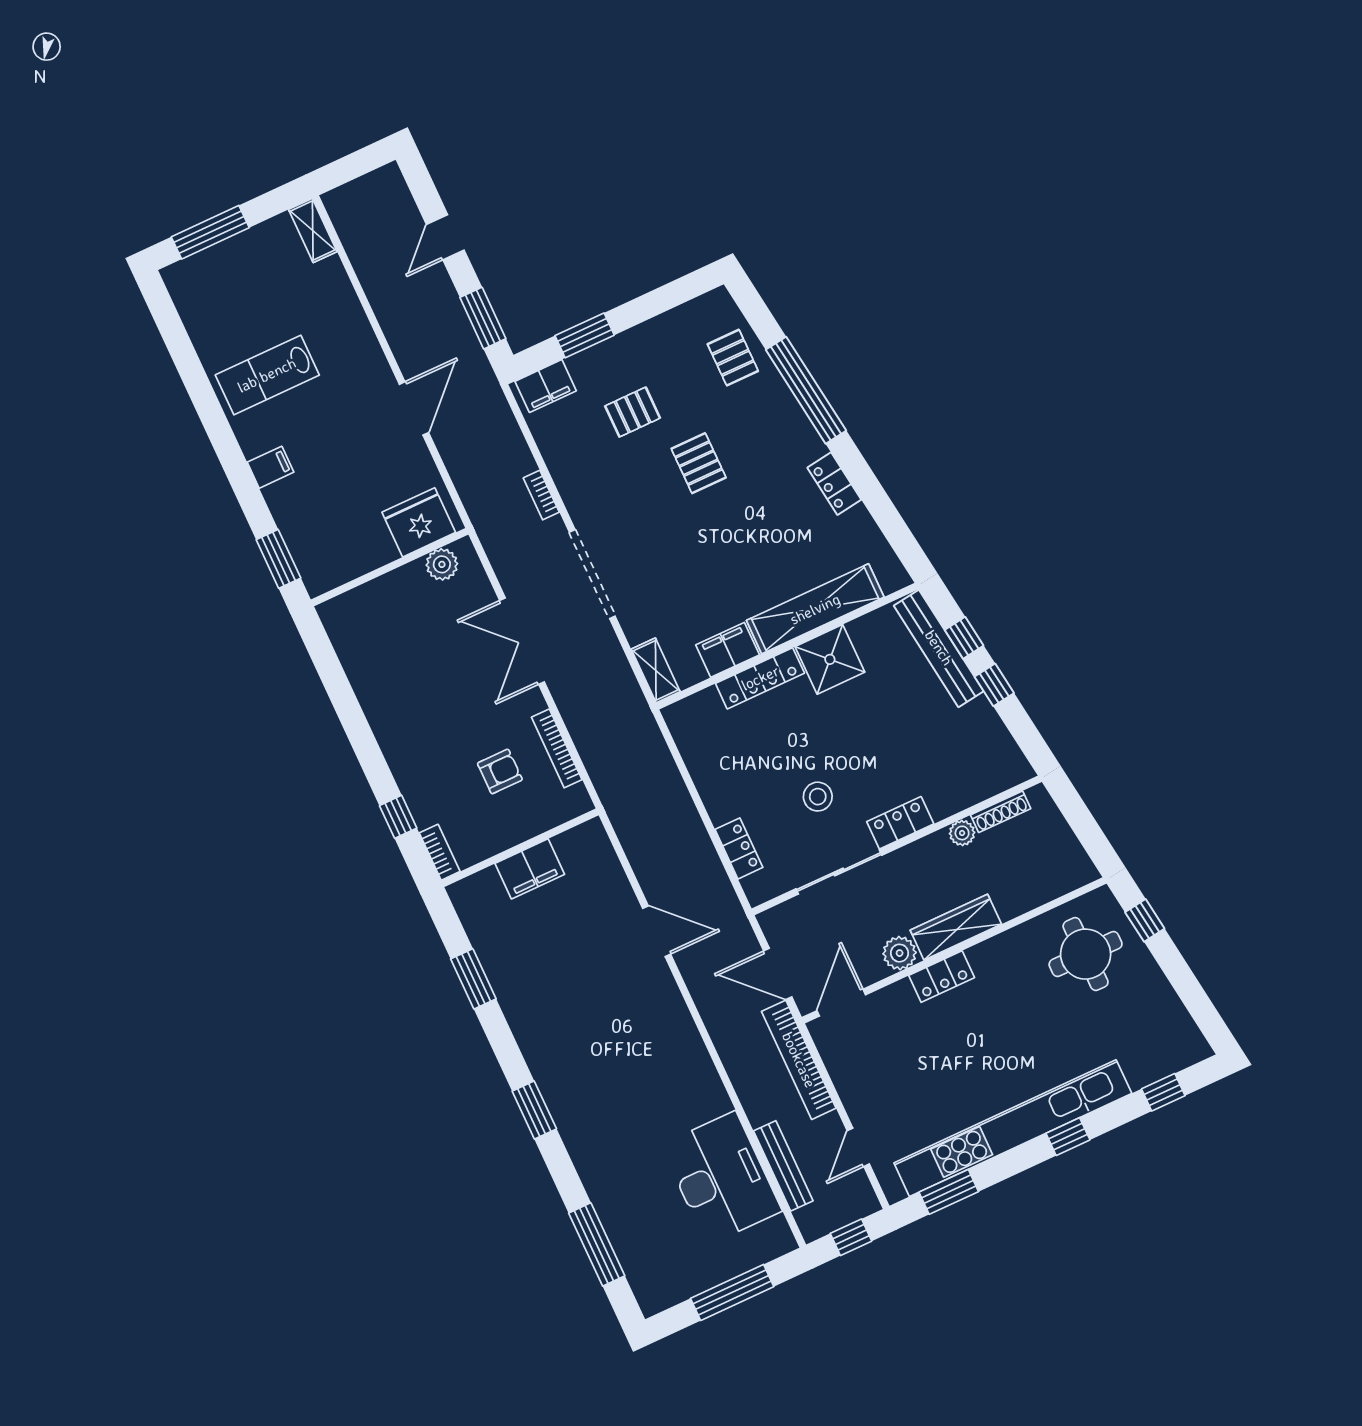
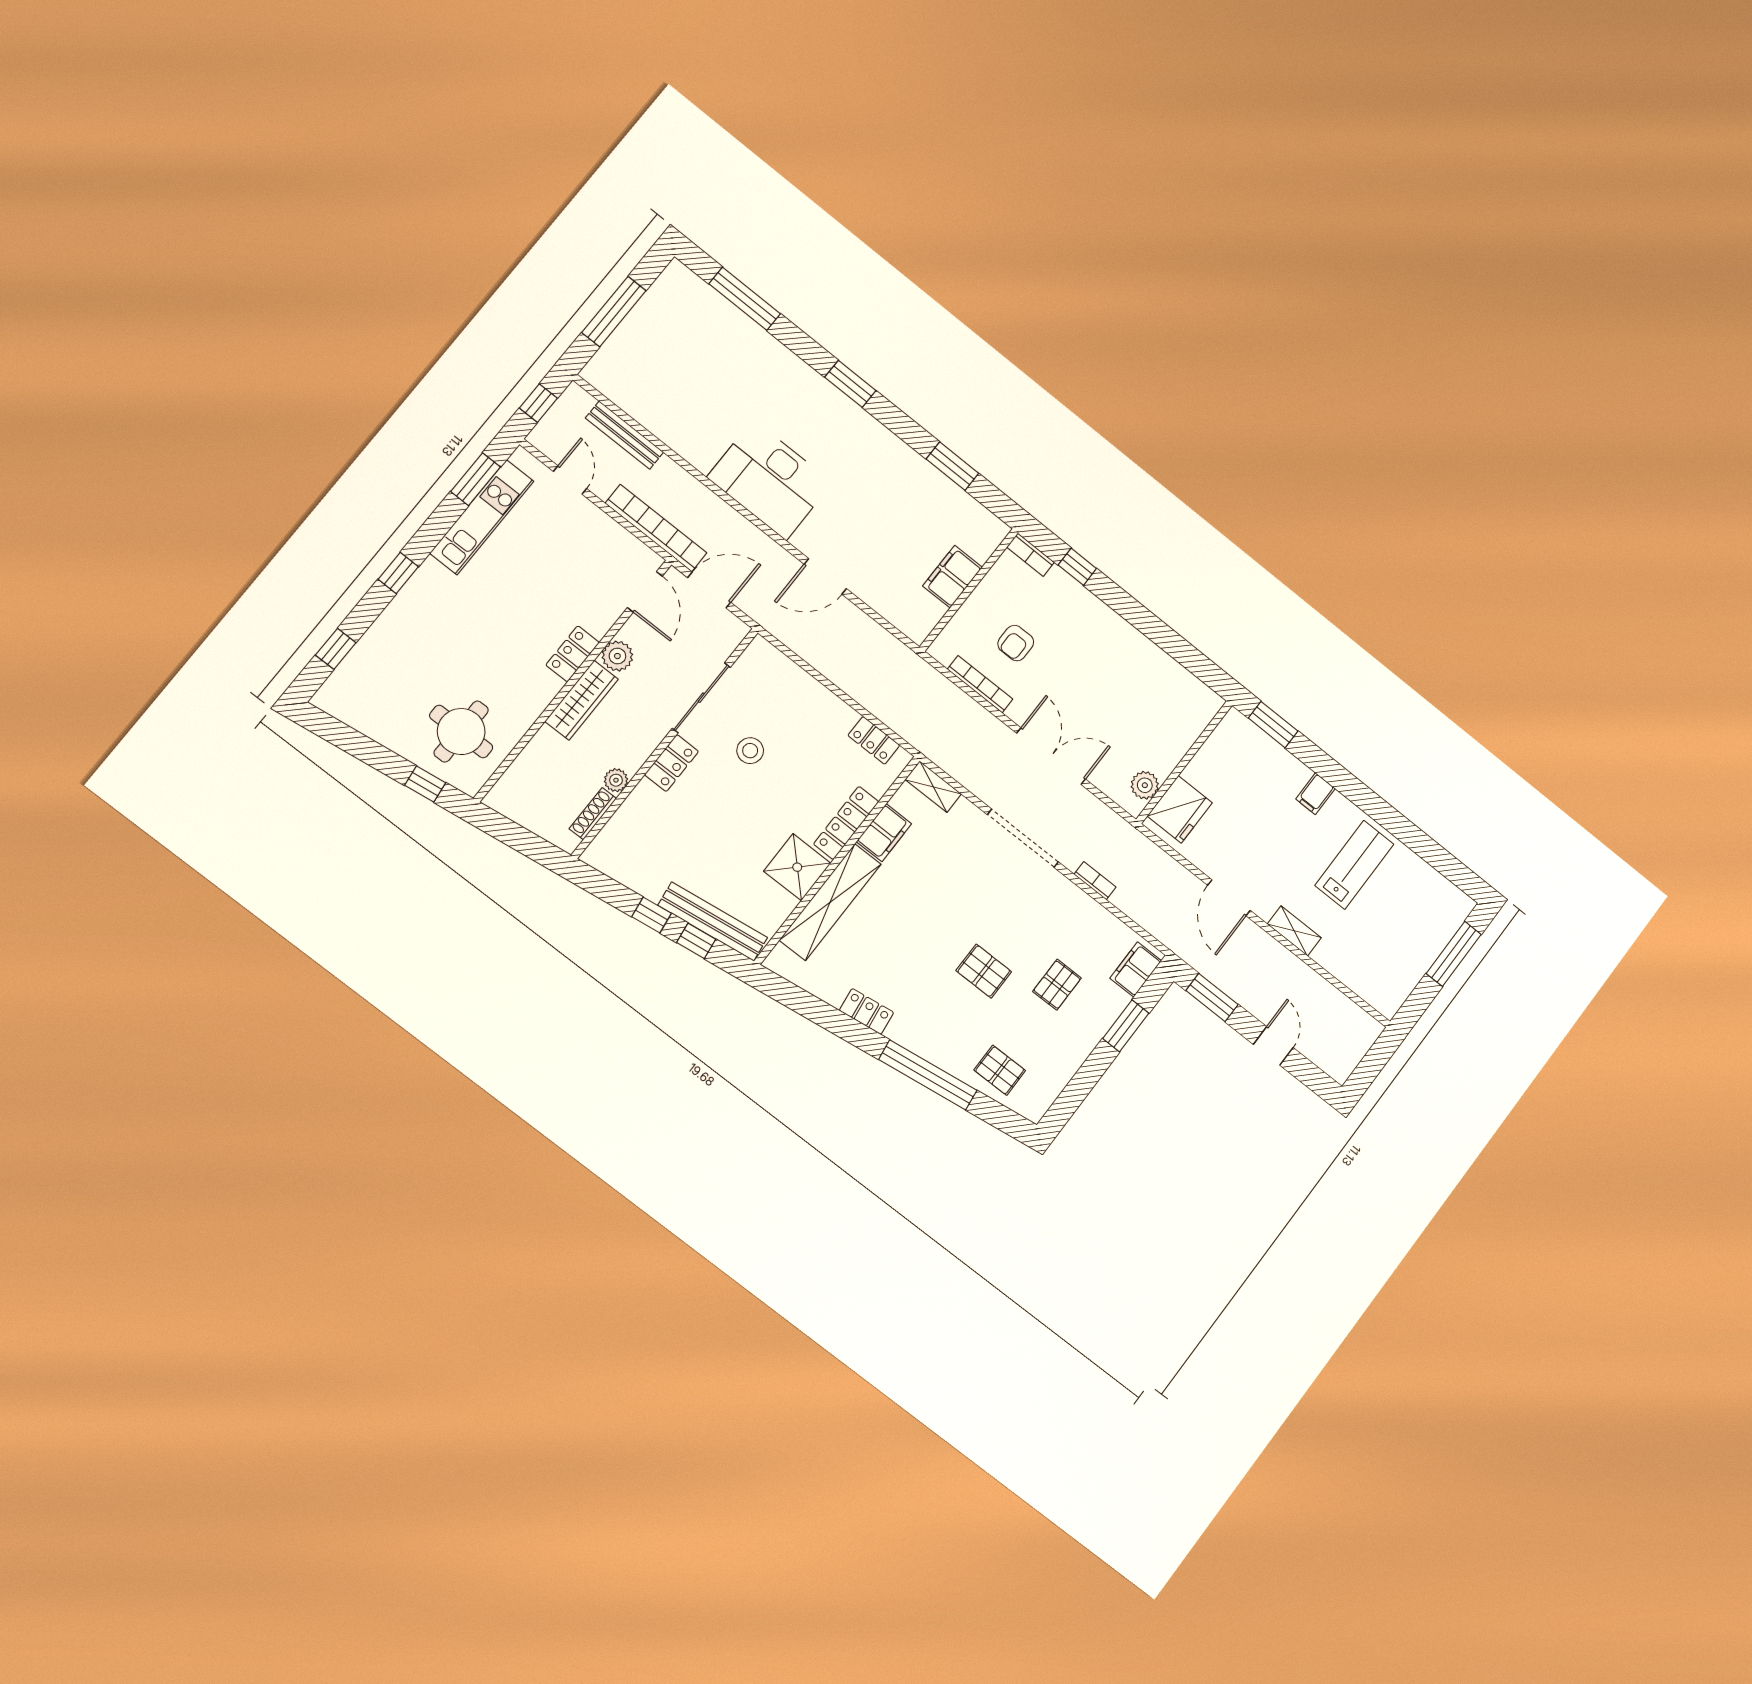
shelving: (313, 231) -> (1294, 931), moved
locker: (739, 848) -> (874, 740), moved
kitchen unit: (1013, 1128) -> (482, 517), width x0.54
desk: (721, 1178) -> (770, 480), moved

